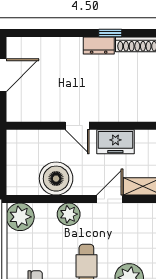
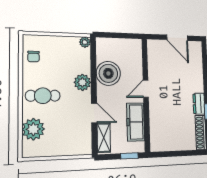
freezer: (115, 142) -> (136, 122), width x1.40
plant: (20, 217) -> (85, 42), width x0.53, depth x0.53

